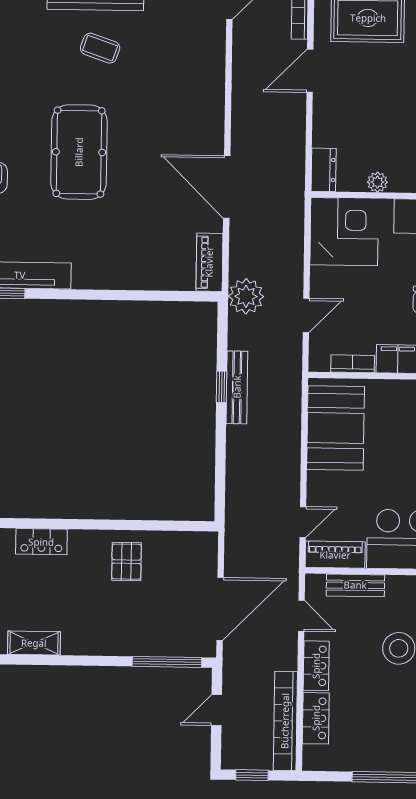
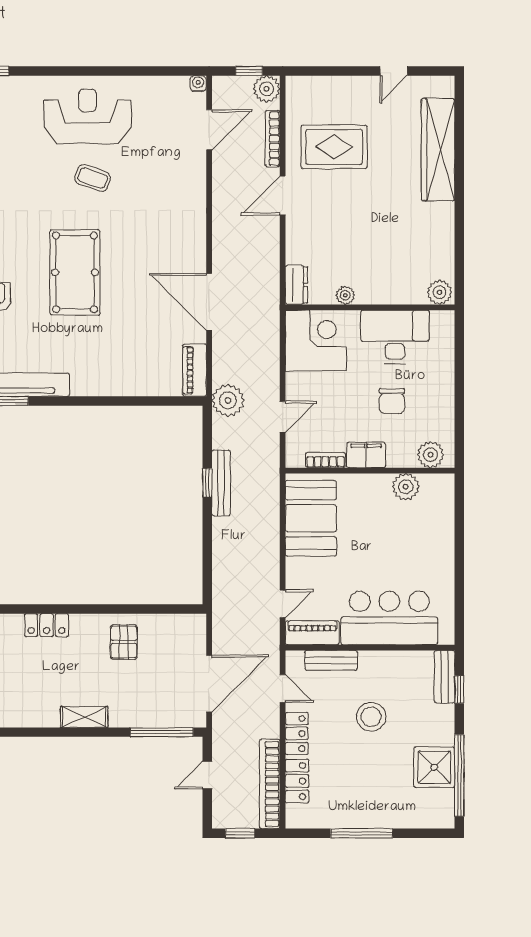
shelving: (34, 643) -> (84, 717), moved

